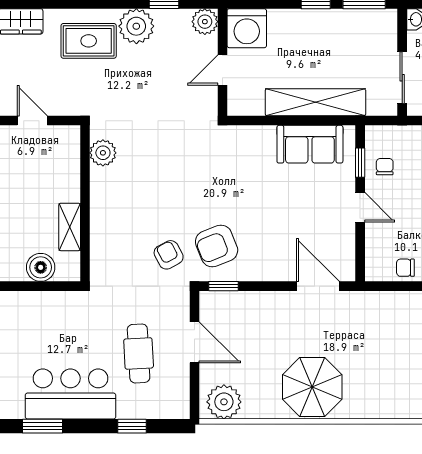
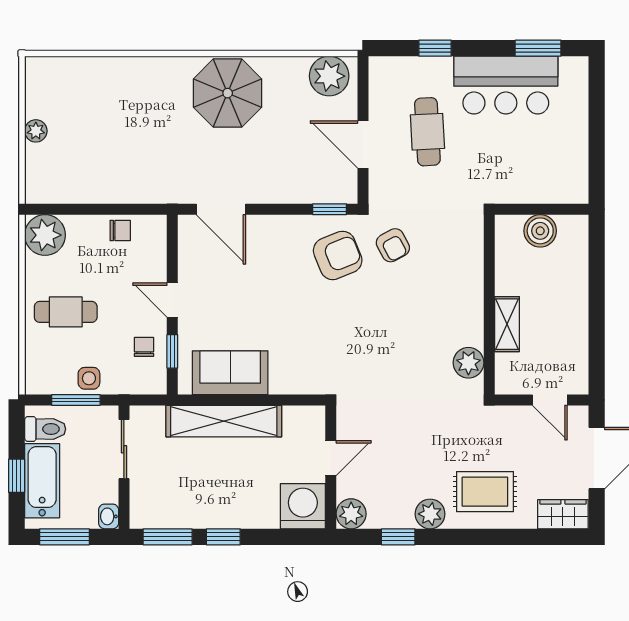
plant: (136, 26) -> (430, 514), width x0.73, depth x0.73
chair: (385, 167) -> (144, 347), turned 180
shelving: (70, 227) -> (507, 324), moved

